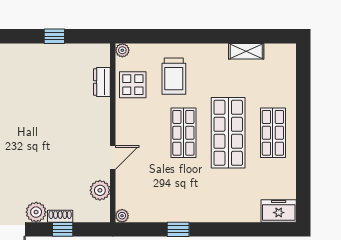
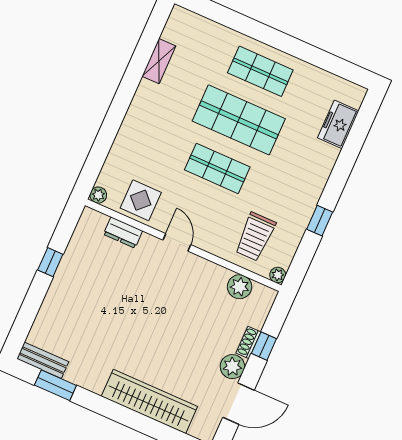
trolley: (174, 76) -> (255, 237), moved, turned 90
door: (113, 158) -> (177, 242), moved
freezer: (279, 211) -> (338, 124), moved

